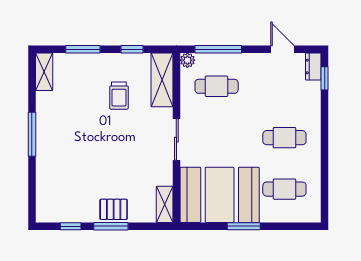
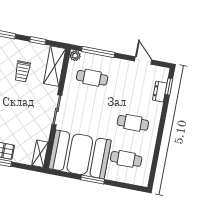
dresser: (313, 66) -> (160, 92), moved

